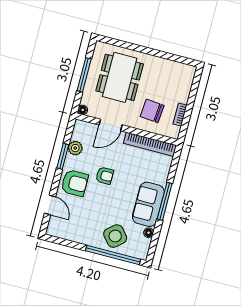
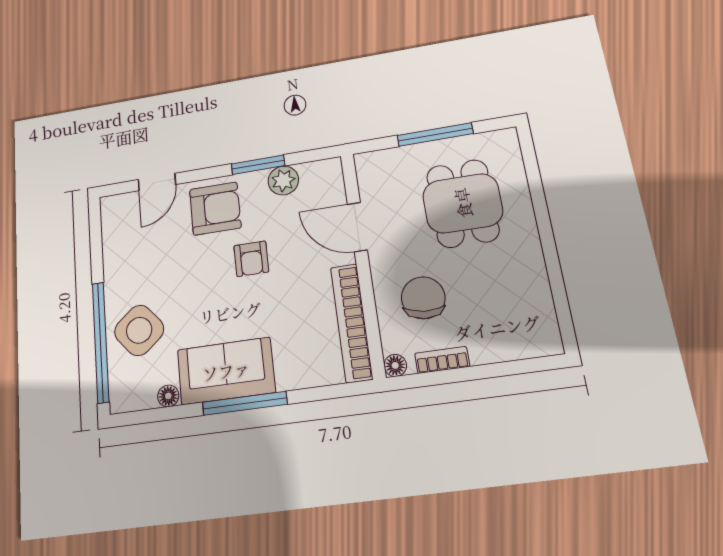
dining table: (120, 77) -> (463, 203), width x0.73
floor lamp: (83, 110) -> (395, 365), moved
armchair: (75, 183) -> (215, 209), turned -90

